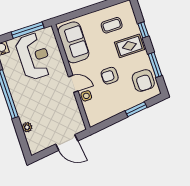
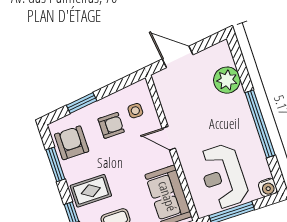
armchair: (110, 76) -> (111, 125), moved
side table: (86, 96) -> (135, 111), moved
plant: (27, 127) -> (227, 80), width x1.87, depth x1.87

